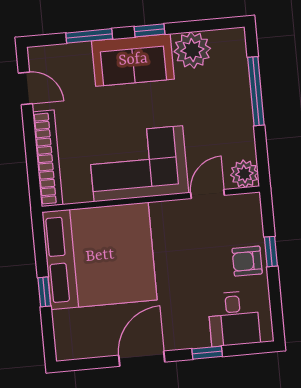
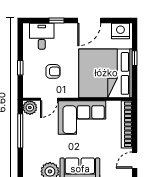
door: (25, 88) -> (135, 160), hinge flipped
window: (256, 91) -> (20, 131), moved
armchair: (247, 261) -> (53, 71), moved
nightstand: (78, 343) -> (120, 31), added

